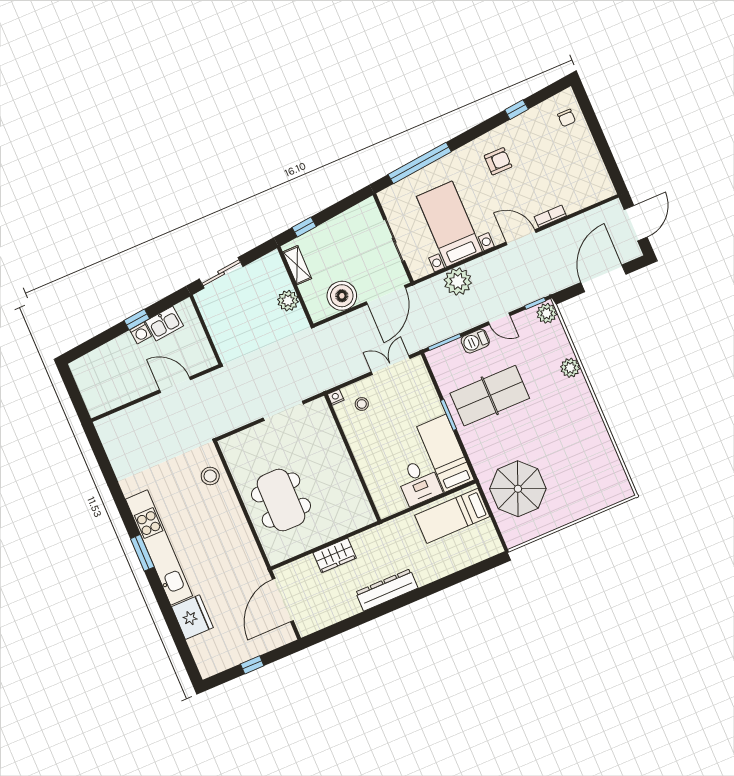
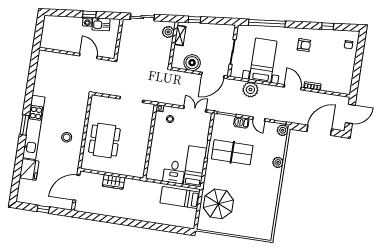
plant: (288, 301) -> (168, 32), moved
stool: (210, 476) -> (67, 137), moved
dresser: (387, 590) -> (128, 213), removed

